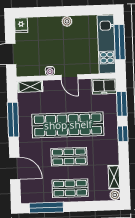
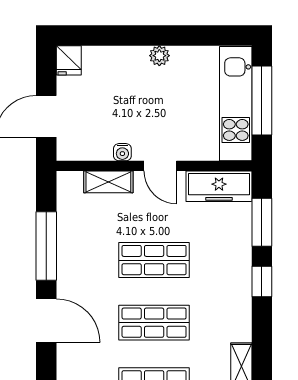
freezer: (104, 86) -> (219, 186), width x1.40
shelving: (30, 87) -> (108, 182), moved
shop shelf: (68, 125) -> (154, 260), width x0.50, depth x0.74
door: (15, 168) -> (46, 321), moved

